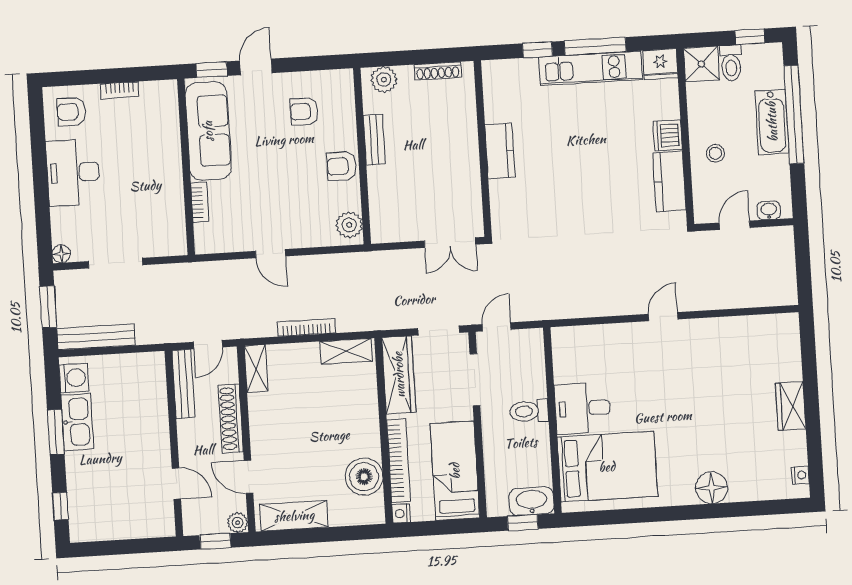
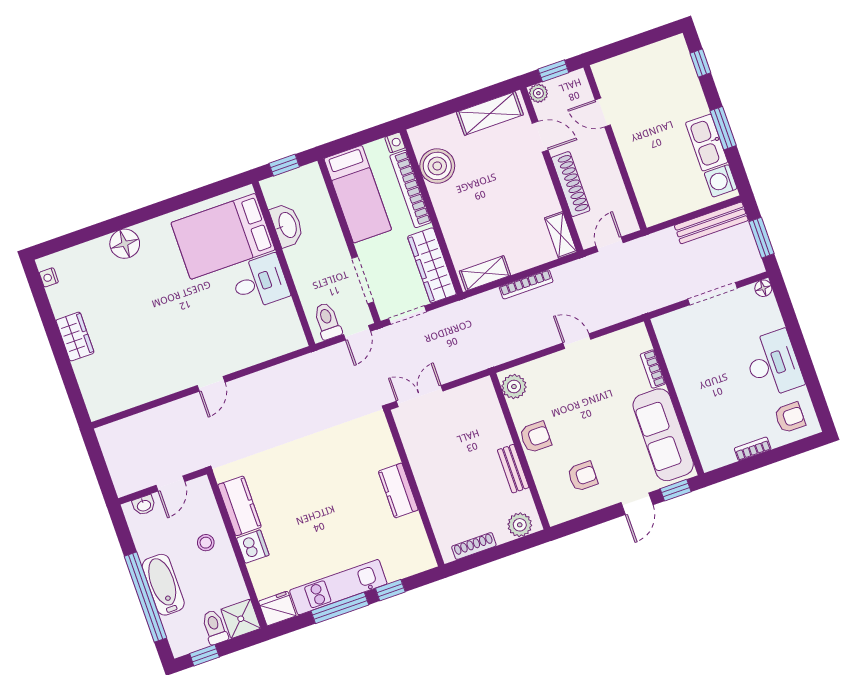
bench: (183, 384) -> (622, 203), removed
toilet: (529, 411) -> (327, 321), moved, turned -90
washbasin: (532, 501) -> (287, 225), moved, turned -90

